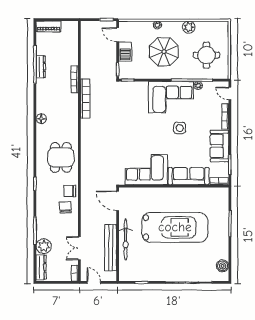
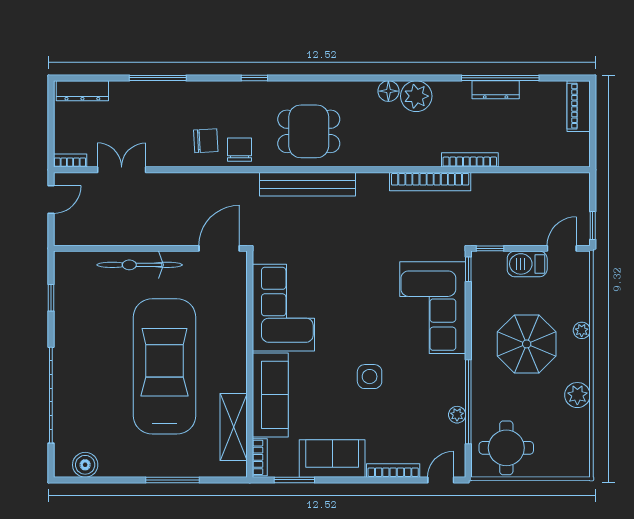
round table: (206, 55) -> (506, 448), moved
corner sofa: (171, 97) -> (433, 308), moved
shelving: (204, 194) -> (234, 427), added
car: (175, 227) -> (164, 366), turned 180
plant: (44, 246) -> (416, 96), moved
bench: (111, 248) -> (308, 184), moved

